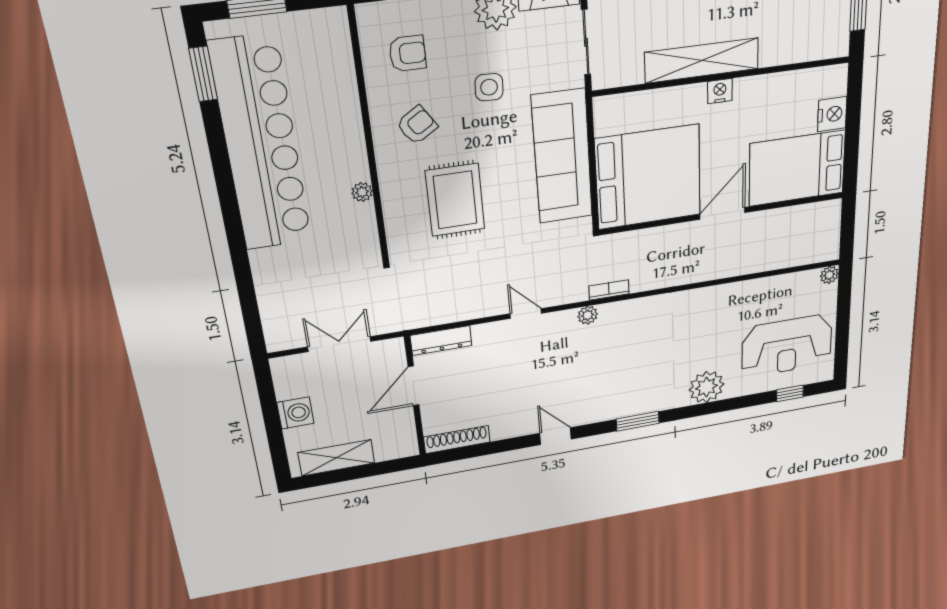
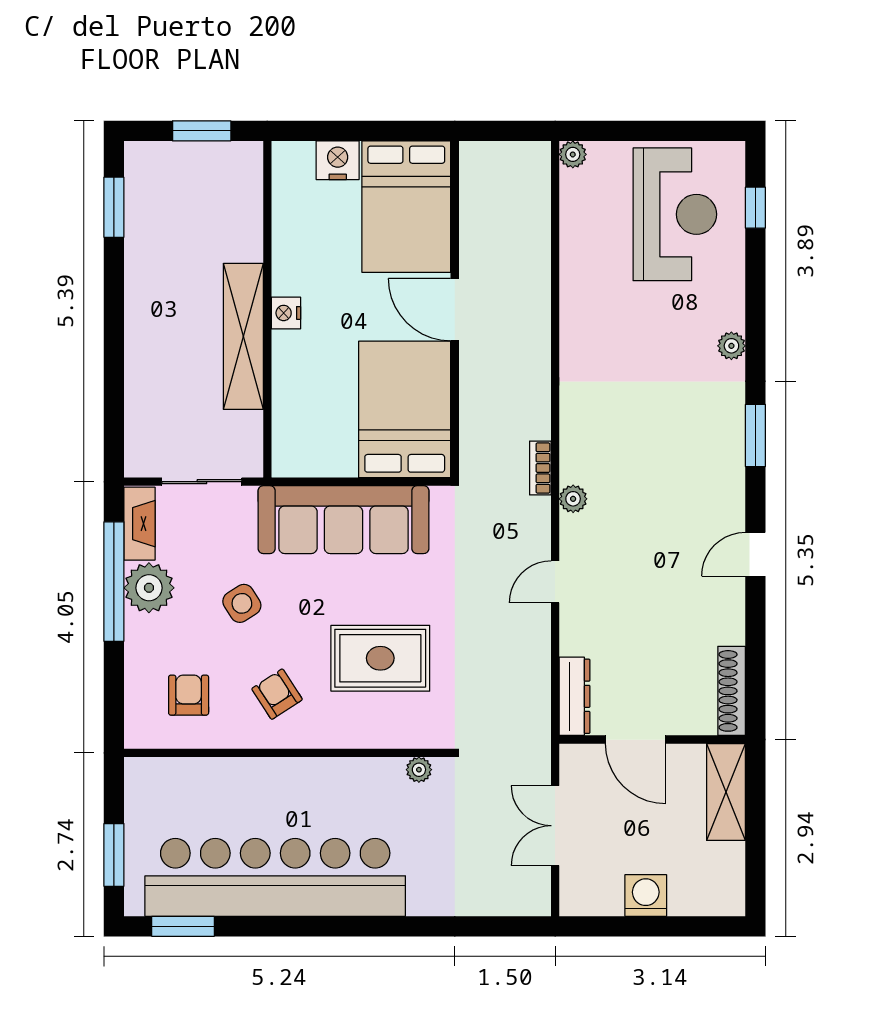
side table: (489, 87) -> (242, 603), turned -35
bed: (648, 177) -> (405, 409), width x0.73
plant: (362, 192) -> (419, 770), moved
plant: (706, 387) -> (731, 346), width x0.53, depth x0.53
shelving: (336, 458) -> (726, 792), moved

